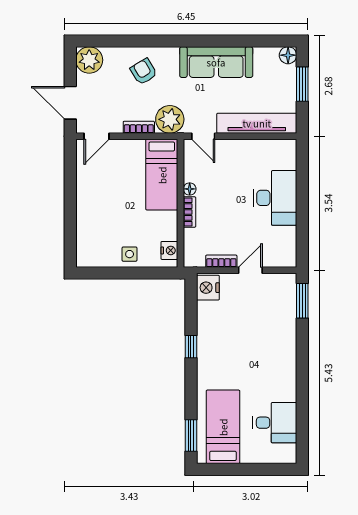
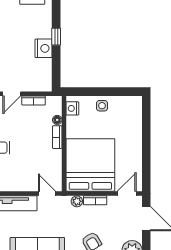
plant: (170, 119) -> (77, 201), width x0.53, depth x0.53
bed: (162, 175) -> (90, 165), width x2.04
floor lamp: (190, 189) -> (57, 120), moved
nightstand: (208, 288) -> (44, 48), moved

